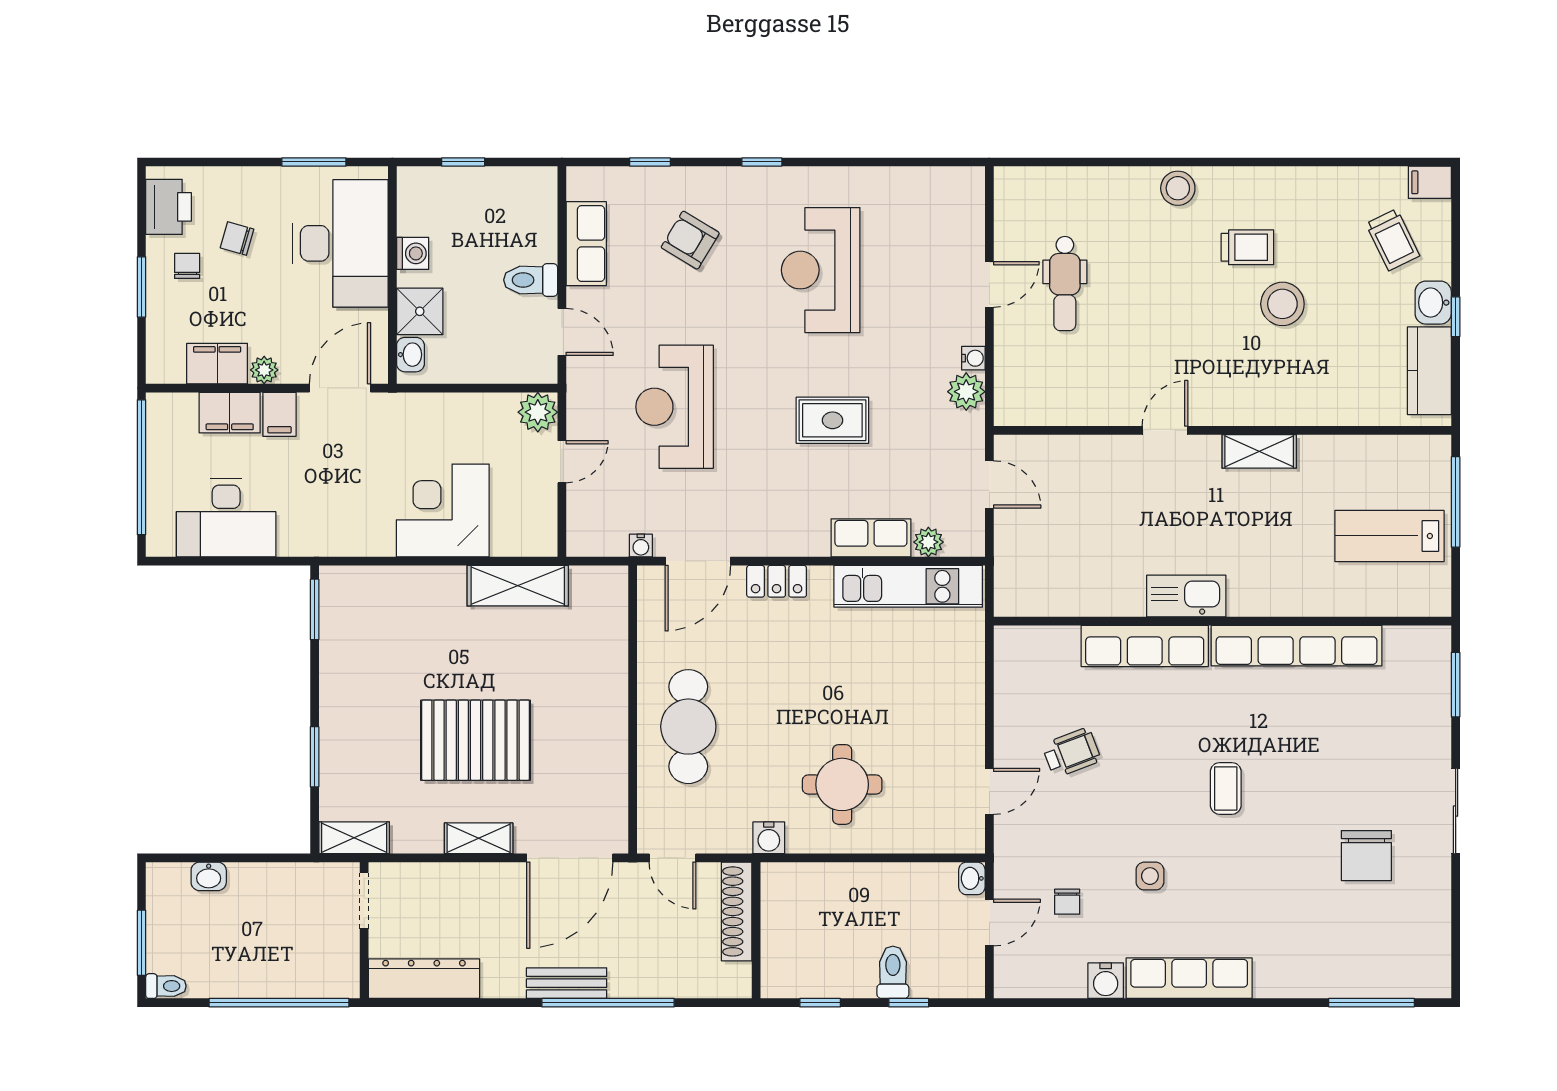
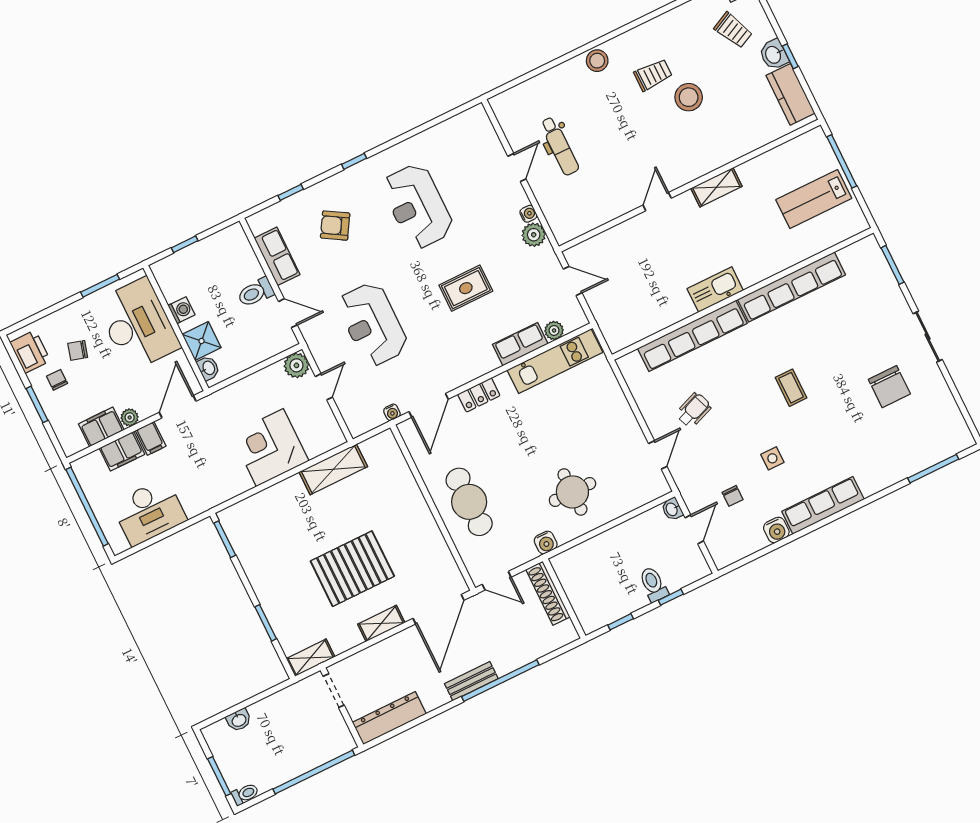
row of seats: (1145, 646) -> (692, 336), width x1.36

